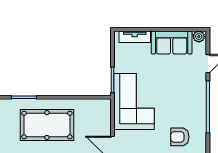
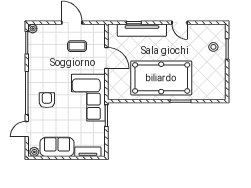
pool table: (47, 125) -> (161, 78), width x1.36, depth x1.32
armchair: (180, 137) -> (47, 100), moved, turned -90

